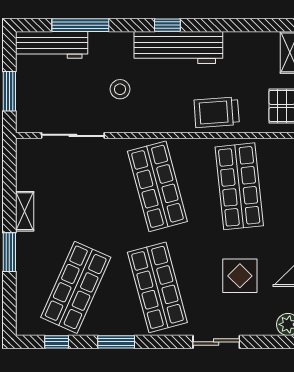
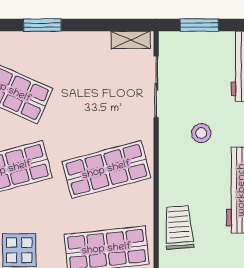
shelving: (25, 211) -> (131, 40), moved

